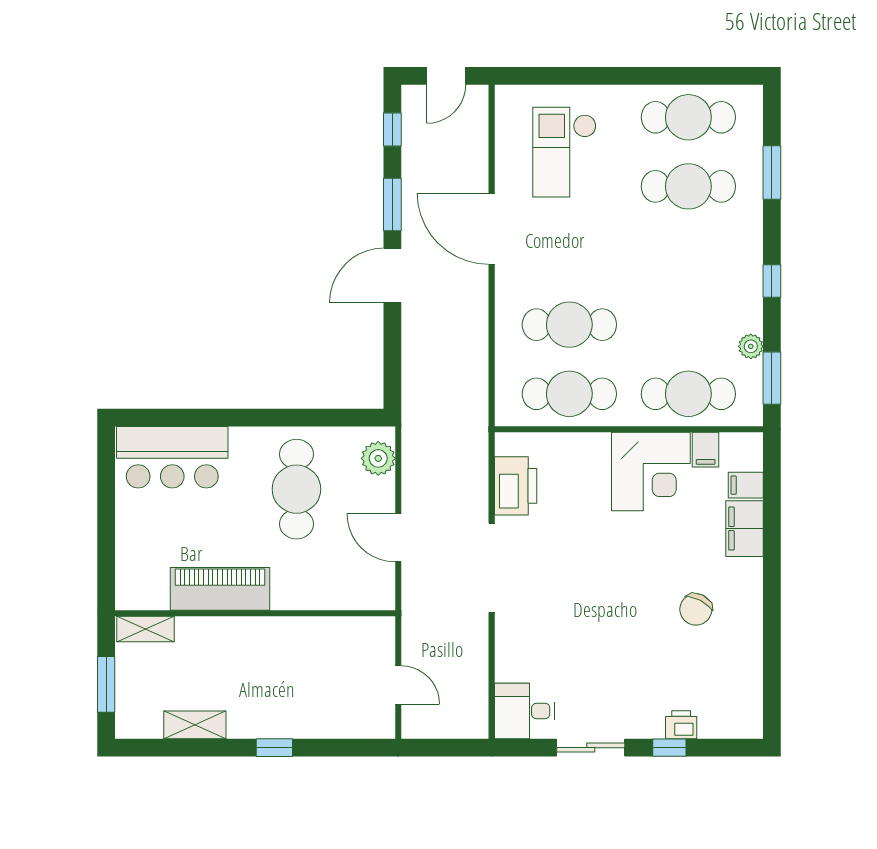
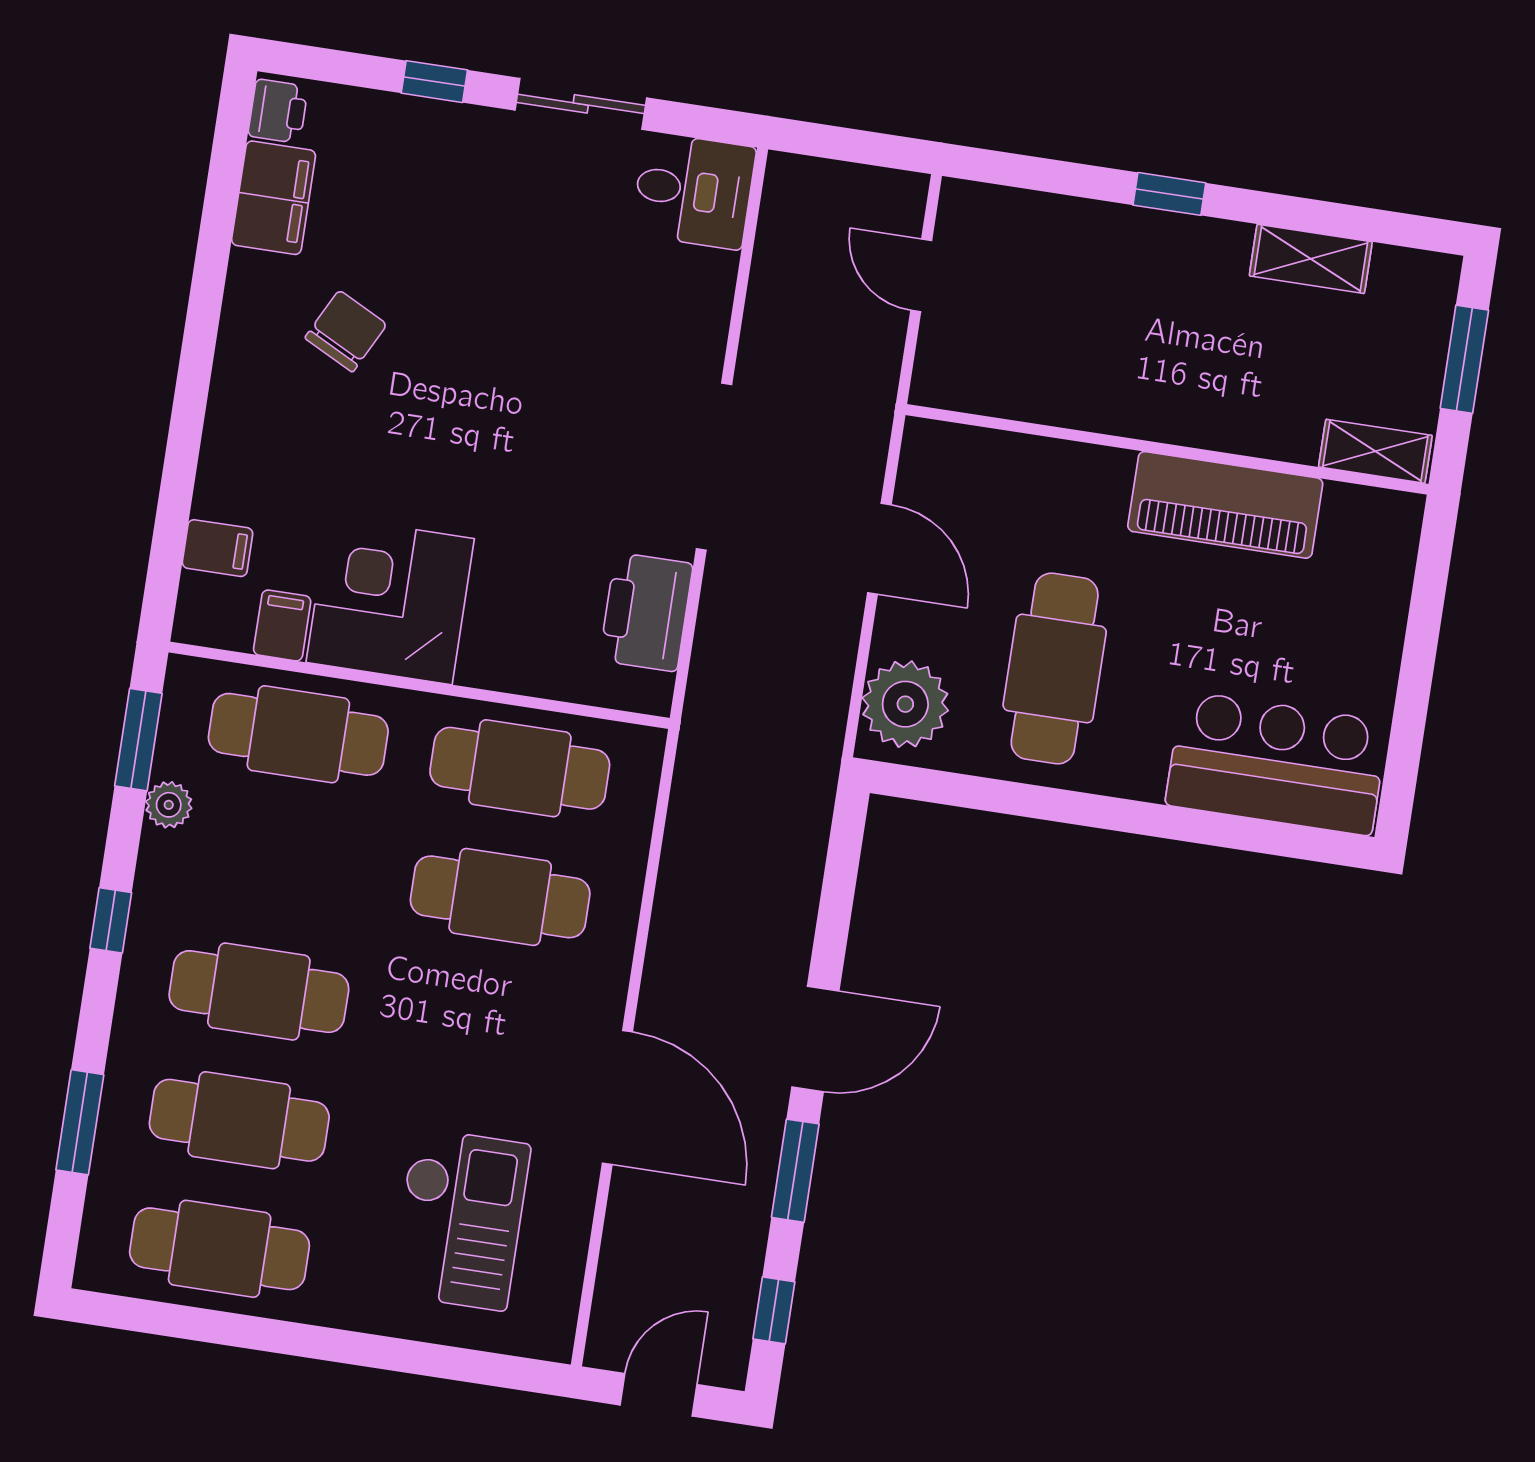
cafe table: (688, 256) -> (259, 992), added
plant: (378, 458) -> (905, 704), width x1.36, depth x1.36
filing cabinet: (744, 529) -> (274, 198), moved
printer: (681, 725) -> (278, 111), moved, turned -90

